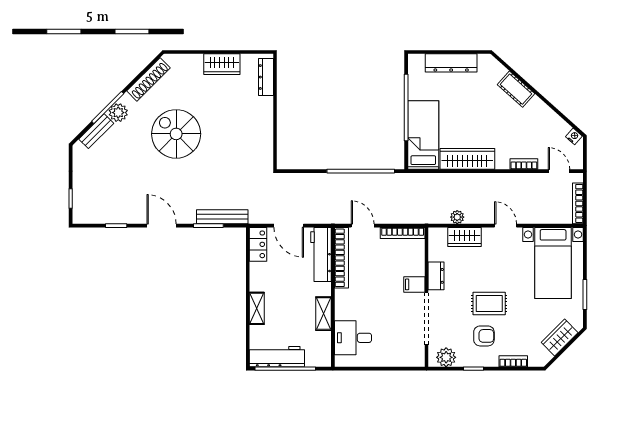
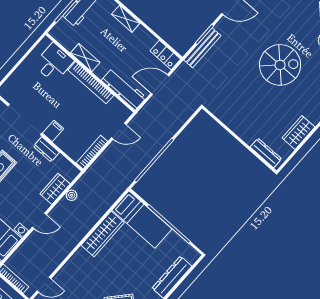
bookcase: (524, 164) -> (68, 267), removed
bookcase: (341, 258) -> (91, 83), moved

